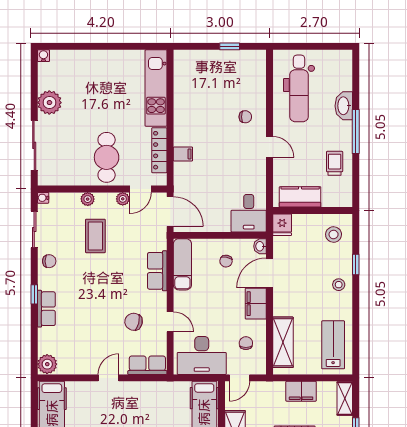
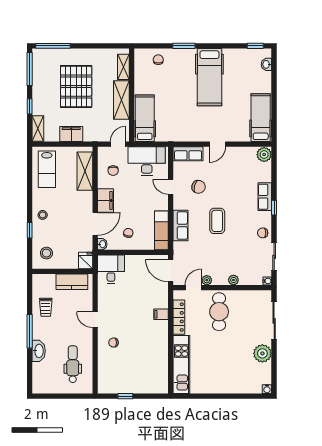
dental chair: (299, 88) -> (73, 364), width x0.73, depth x0.72
coffee table: (95, 236) -> (217, 221), moved

